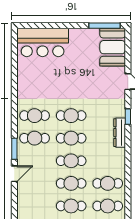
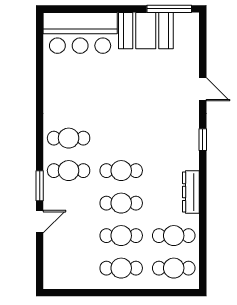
booth: (113, 47) -> (146, 31), moved, turned 90
cafe table: (71, 116) -> (121, 138), removed
dresser: (120, 133) -> (191, 192), moved

